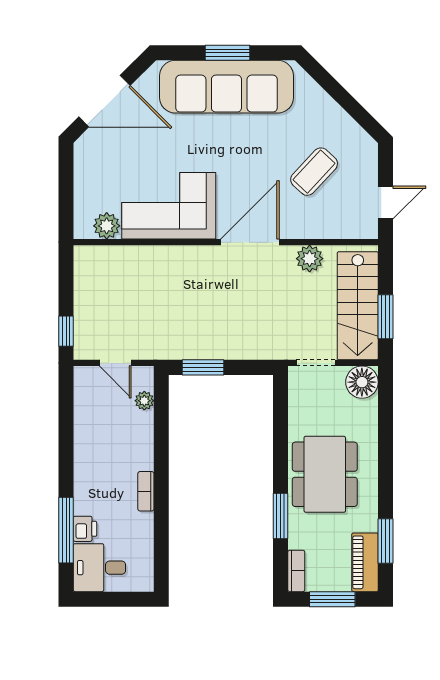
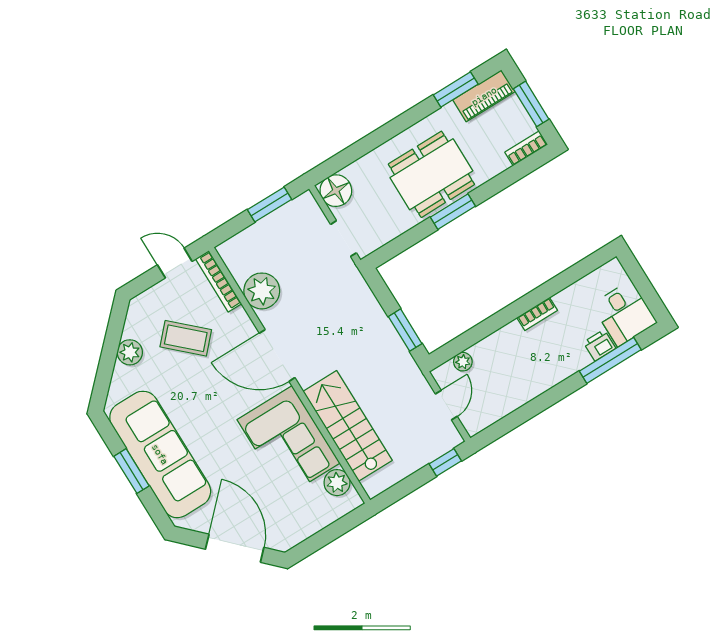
plant: (332, 115) -> (130, 352), added
bookcase: (346, 231) -> (219, 281), added
plant: (310, 259) -> (262, 291), width x1.36, depth x1.36
stairs: (358, 306) -> (348, 426), moved, turned -90
window: (281, 516) -> (453, 212), moved

